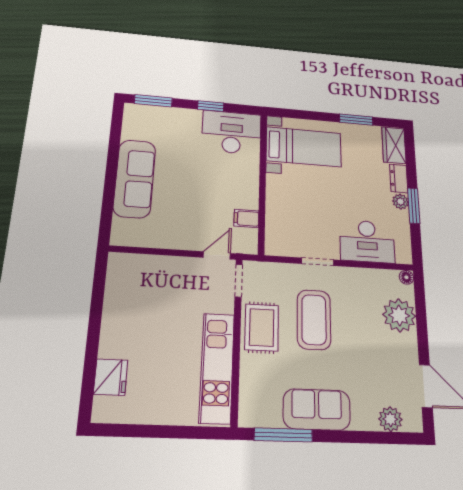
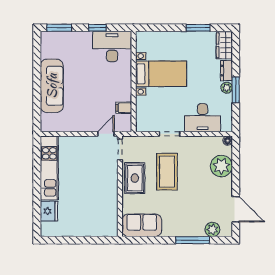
bed with nightstands: (304, 147) -> (161, 74), moved
kitchen unit: (217, 368) -> (49, 168), moved, turned 180
sofa: (317, 409) -> (142, 225), moved
window: (283, 435) -> (193, 240), moved

